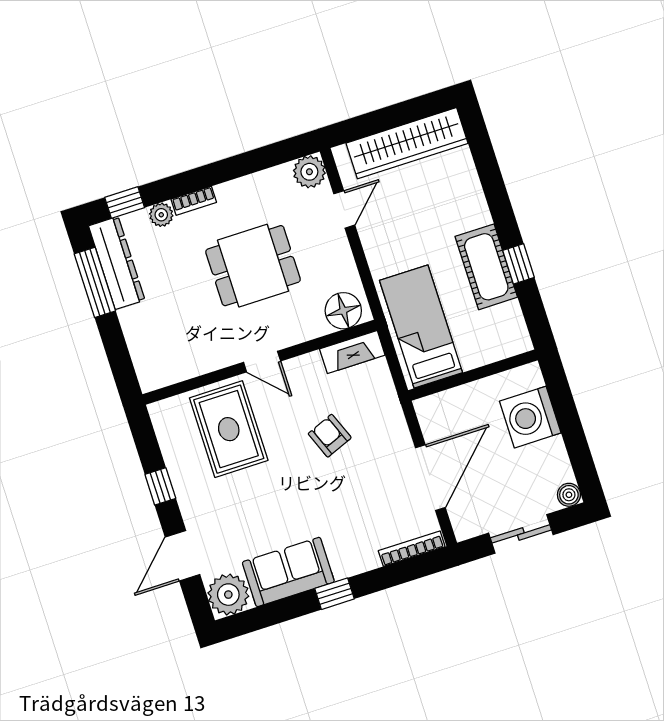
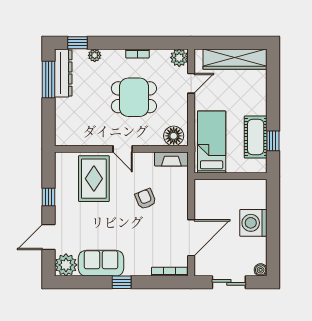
bookcase: (194, 201) -> (137, 53), moved
bed: (421, 326) -> (212, 142), moved
wall: (473, 375) -> (230, 176), moved

